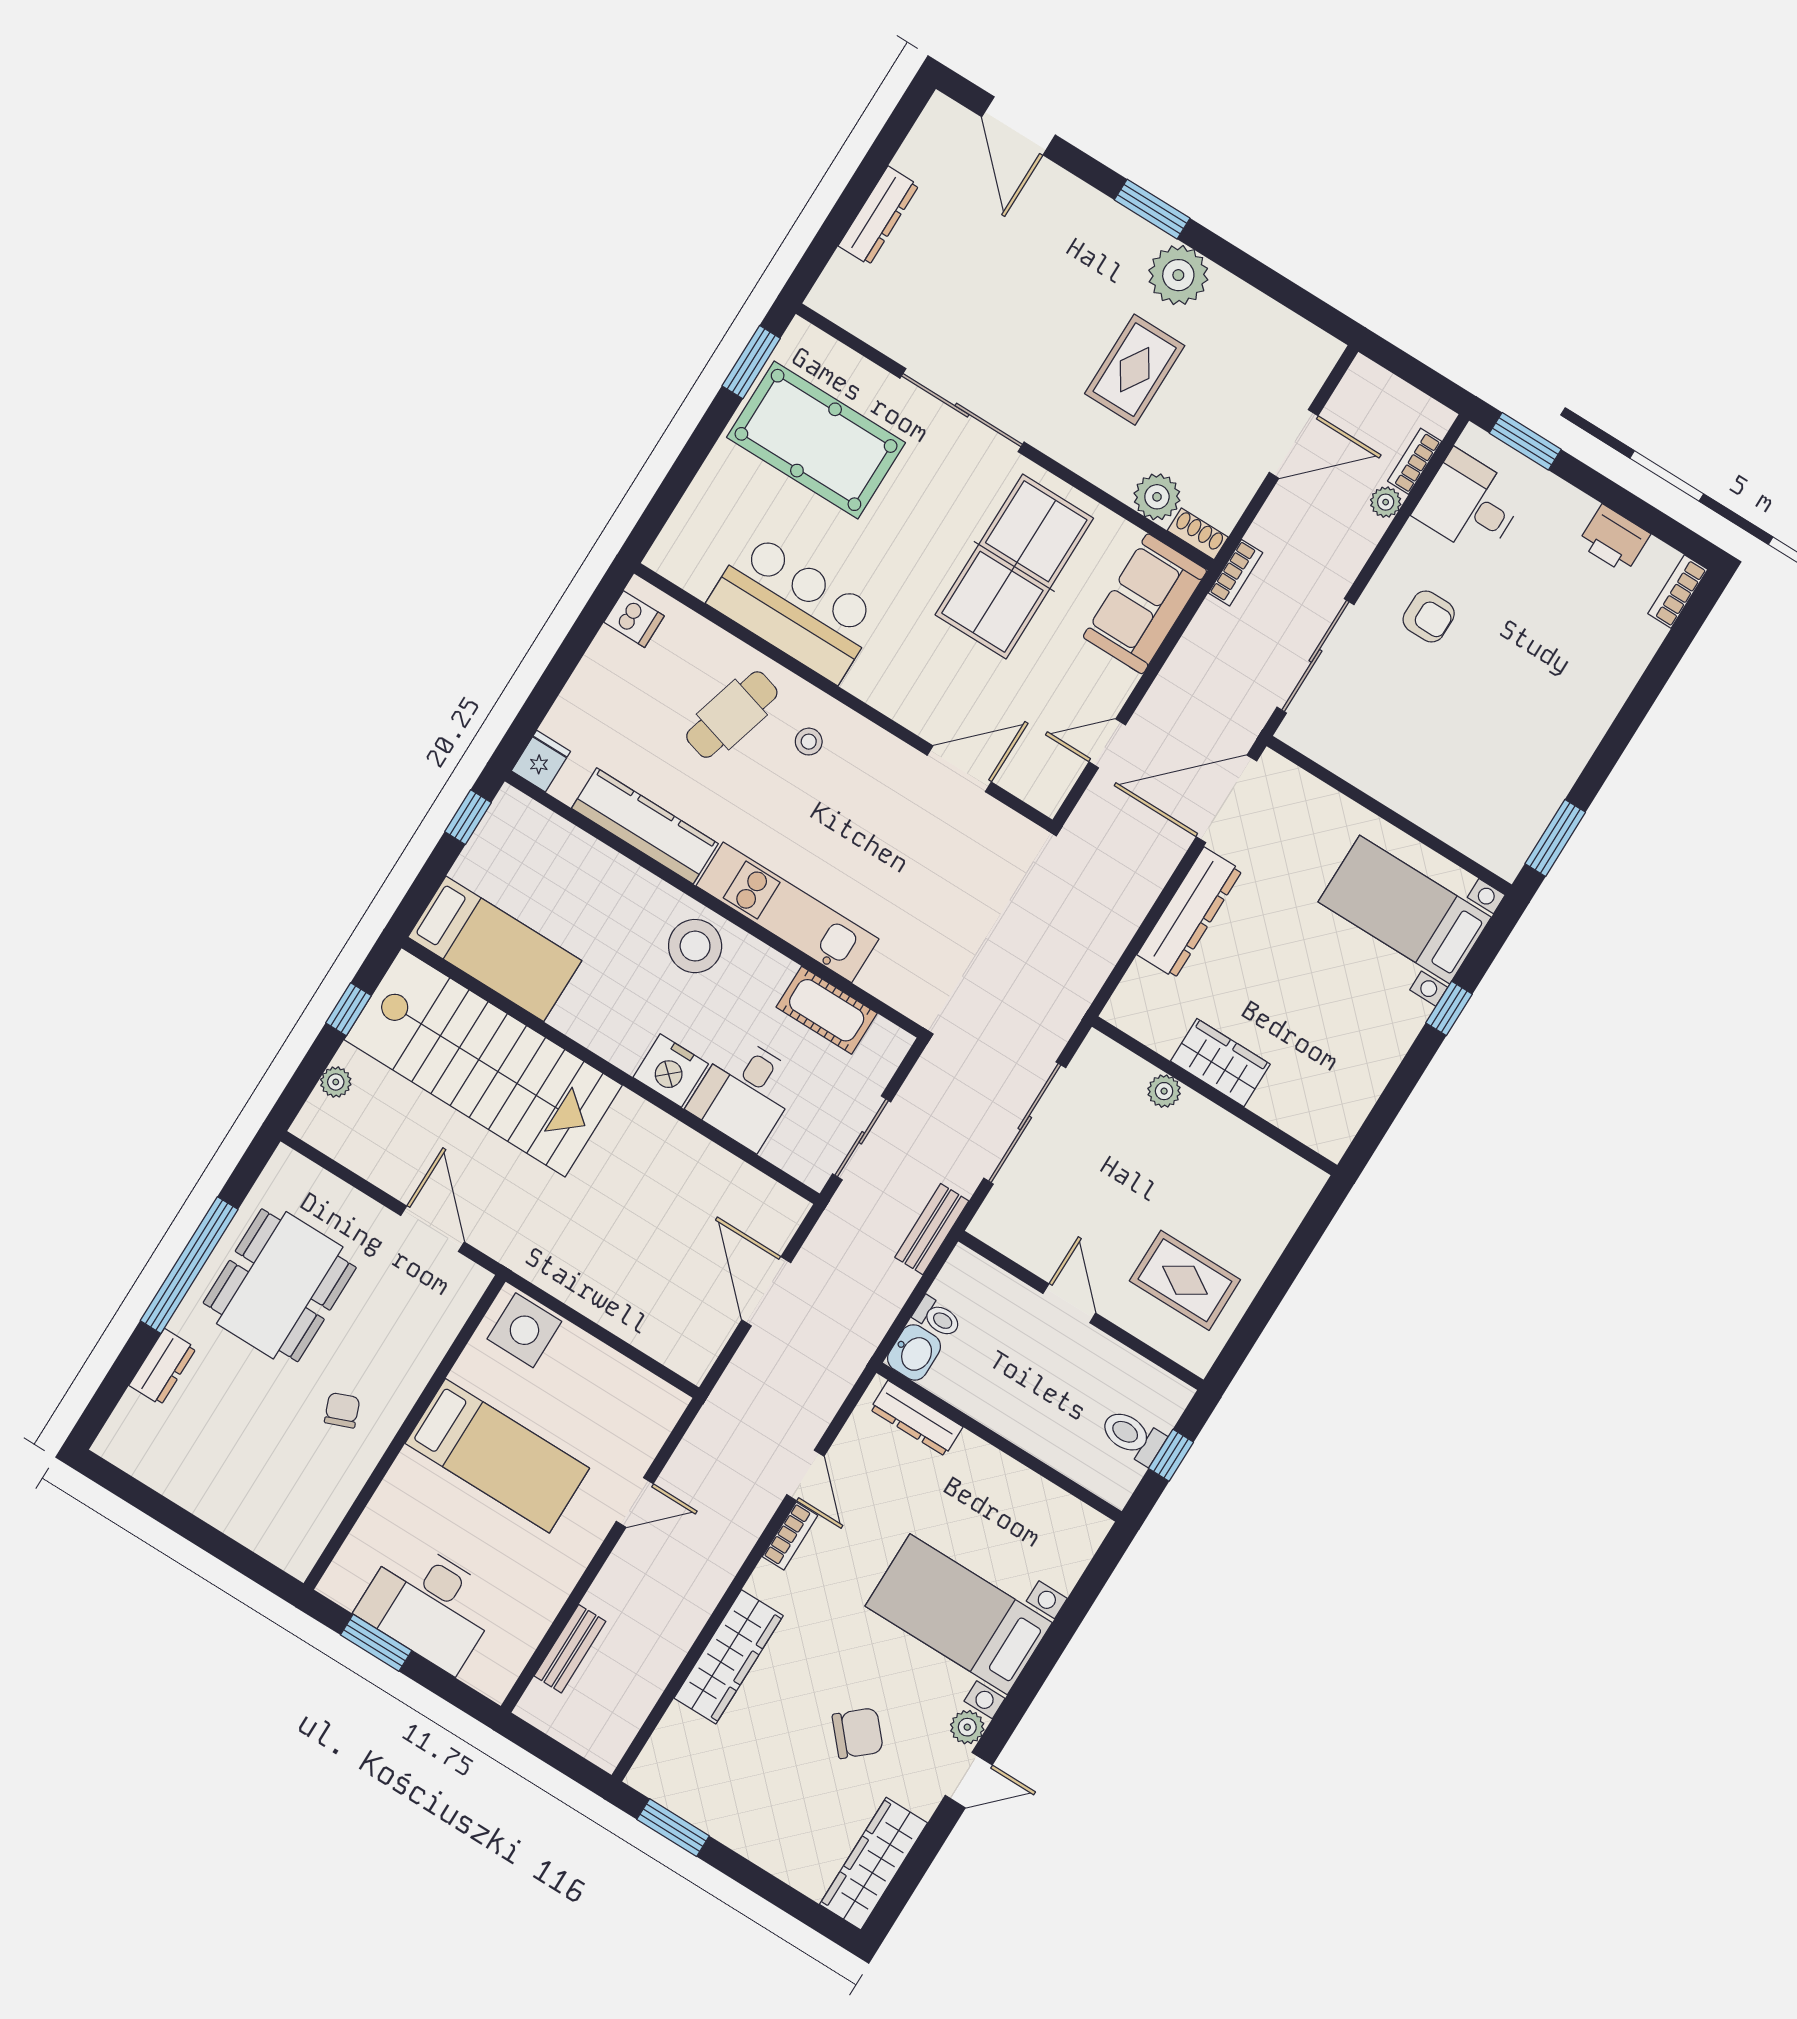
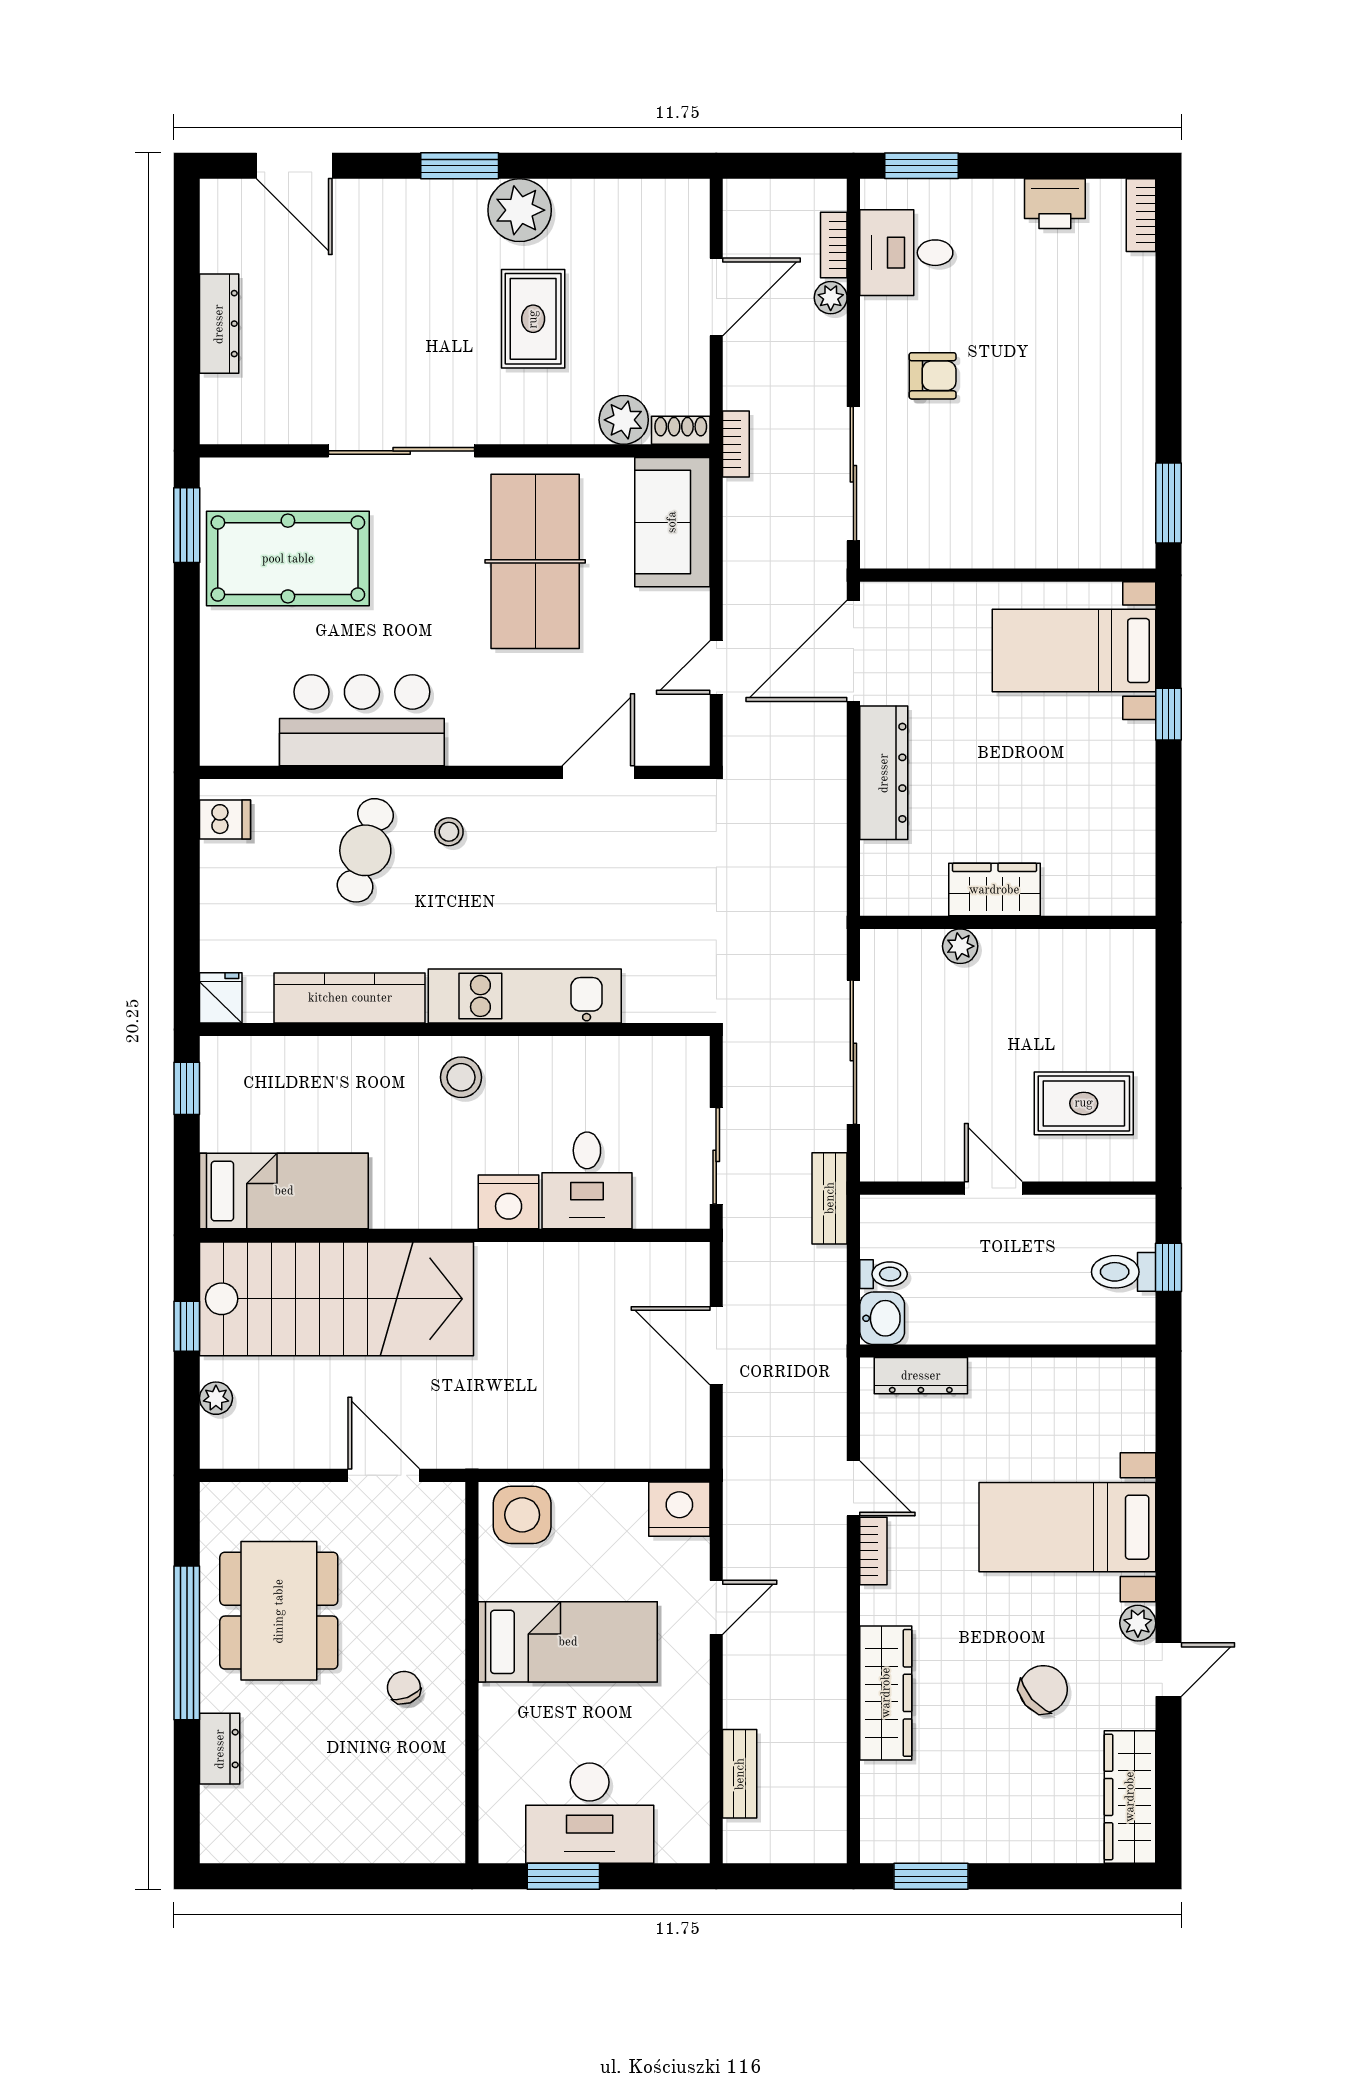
stool: (695, 946) -> (461, 1077), width x0.73, depth x0.73
cot: (827, 1010) -> (614, 1061), removed
nightstand: (654, 1405) -> (679, 1509), added

